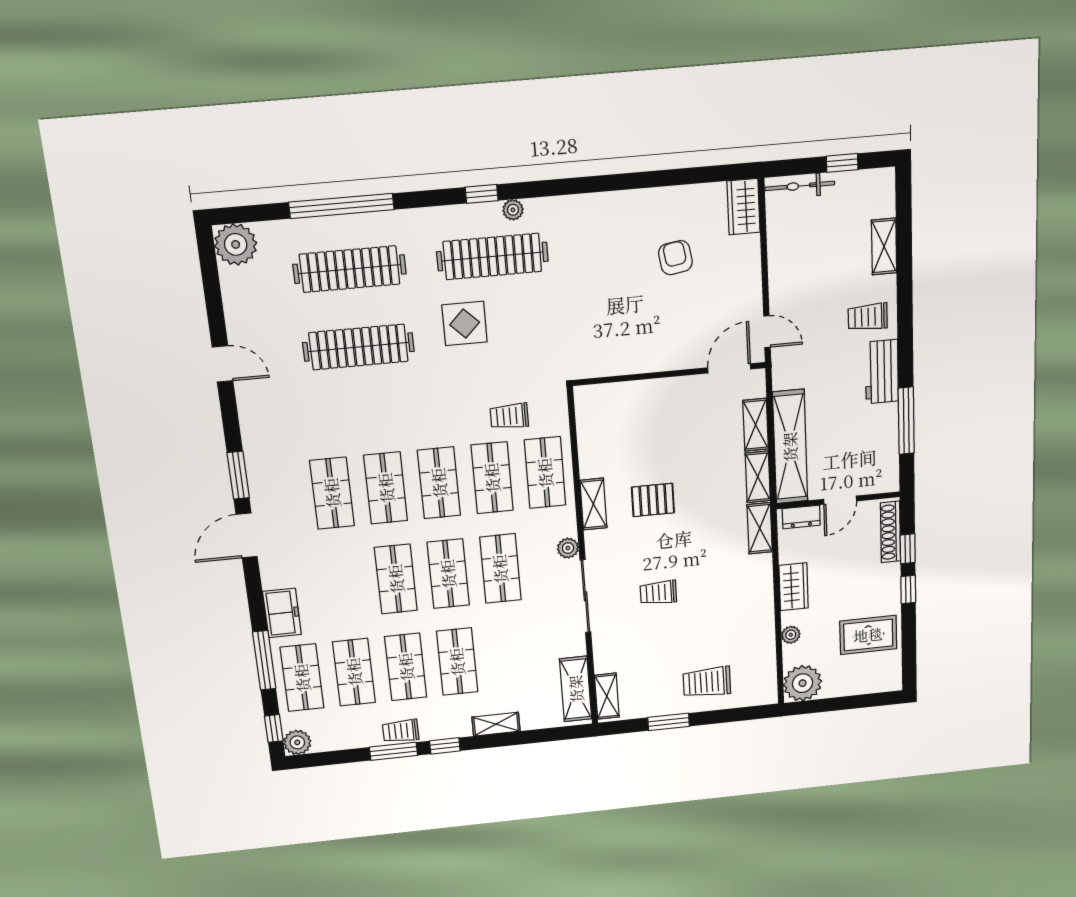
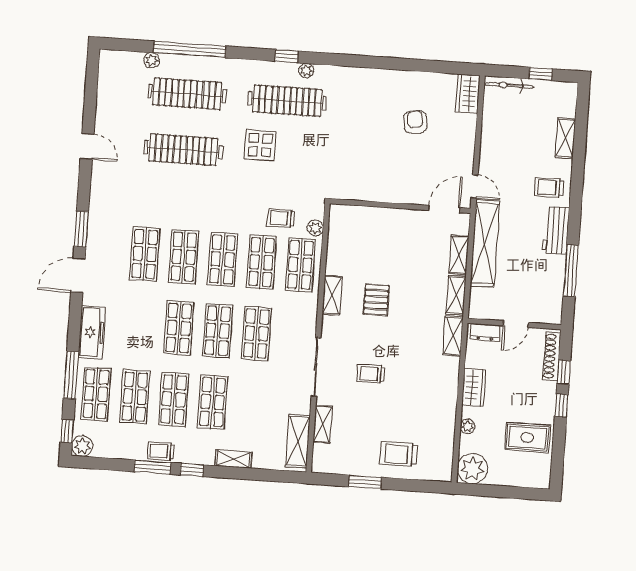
plant: (236, 244) -> (152, 60), moved, width x0.53, depth x0.53
shelving: (790, 447) -> (485, 243), moved
pallet: (653, 500) -> (376, 300), turned 90
plant: (568, 548) -> (315, 228), moved
freezer: (282, 613) -> (92, 332), width x1.40
shelving: (607, 696) -> (323, 424), moved

